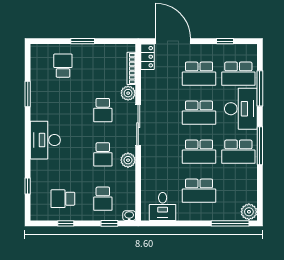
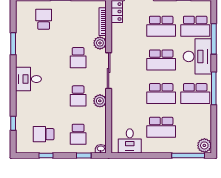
desk: (45, 140) -> (28, 79), width x0.73

